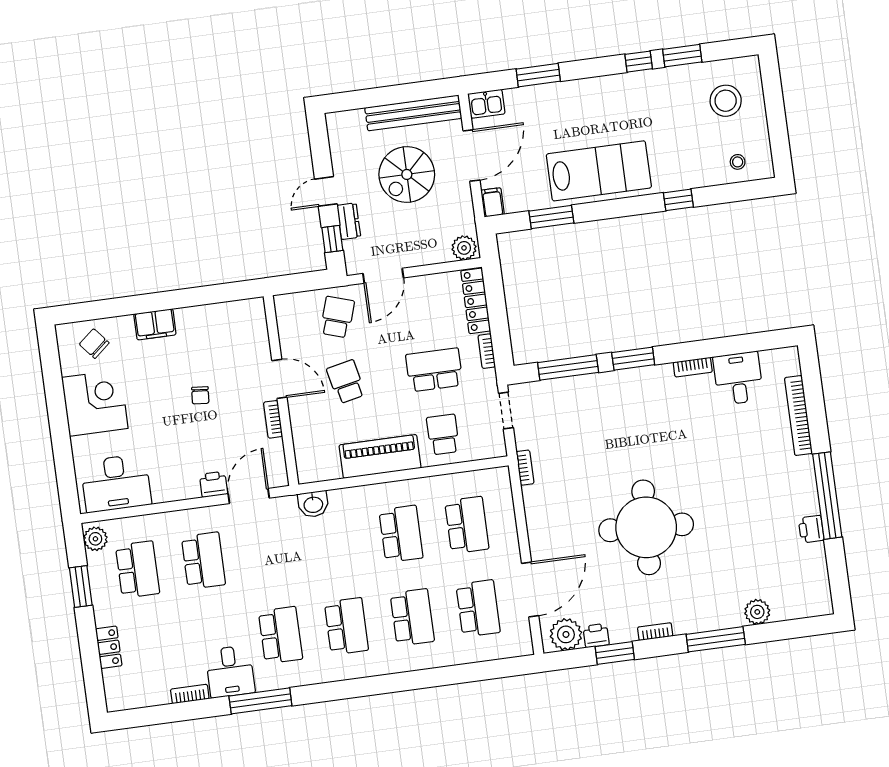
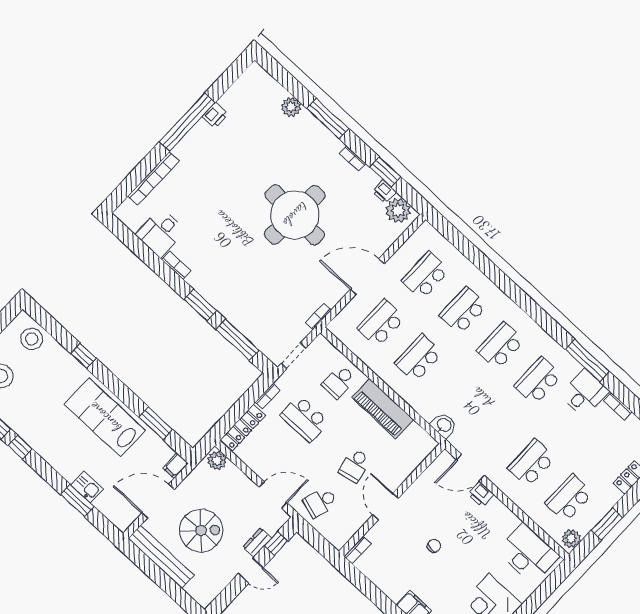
kitchen sink: (486, 104) -> (87, 487), moved
stool: (738, 162) -> (32, 339), width x1.89, depth x1.89
bookcase: (273, 419) -> (358, 550), moved
door: (530, 590) -> (367, 277), moved

